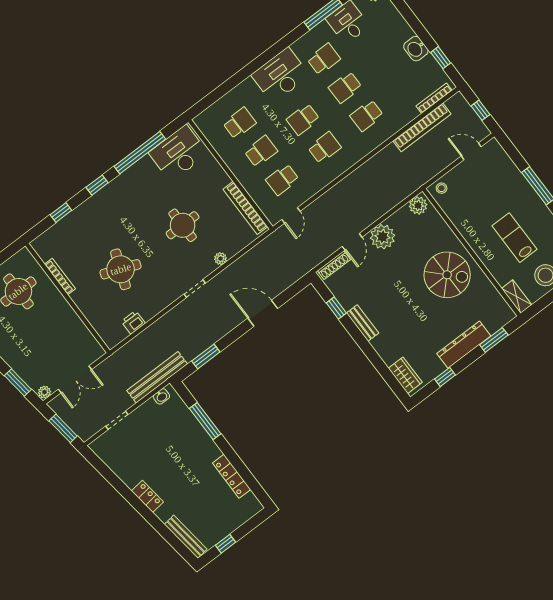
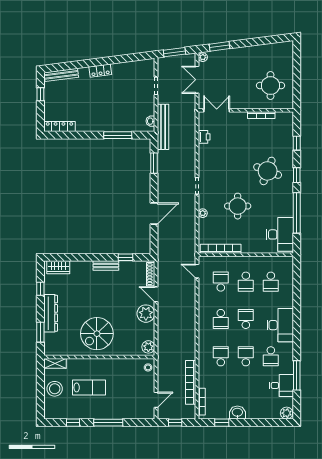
round table: (121, 269) -> (268, 171), moved
double door: (93, 331) -> (217, 110), added
locker: (232, 476) -> (59, 127), moved

